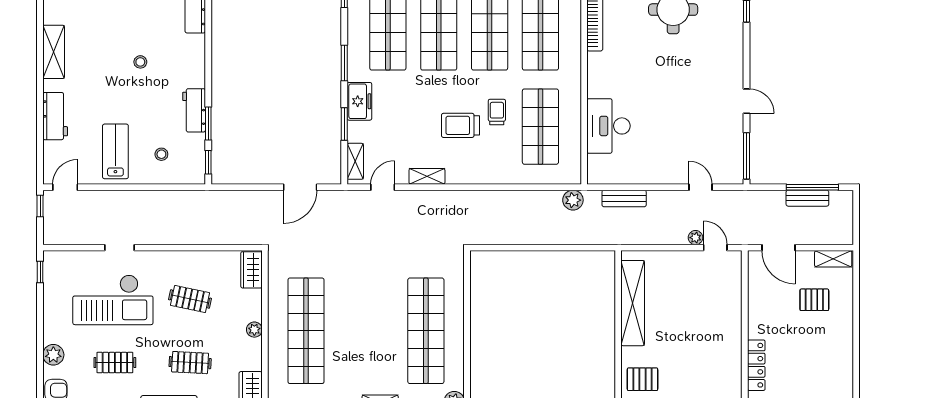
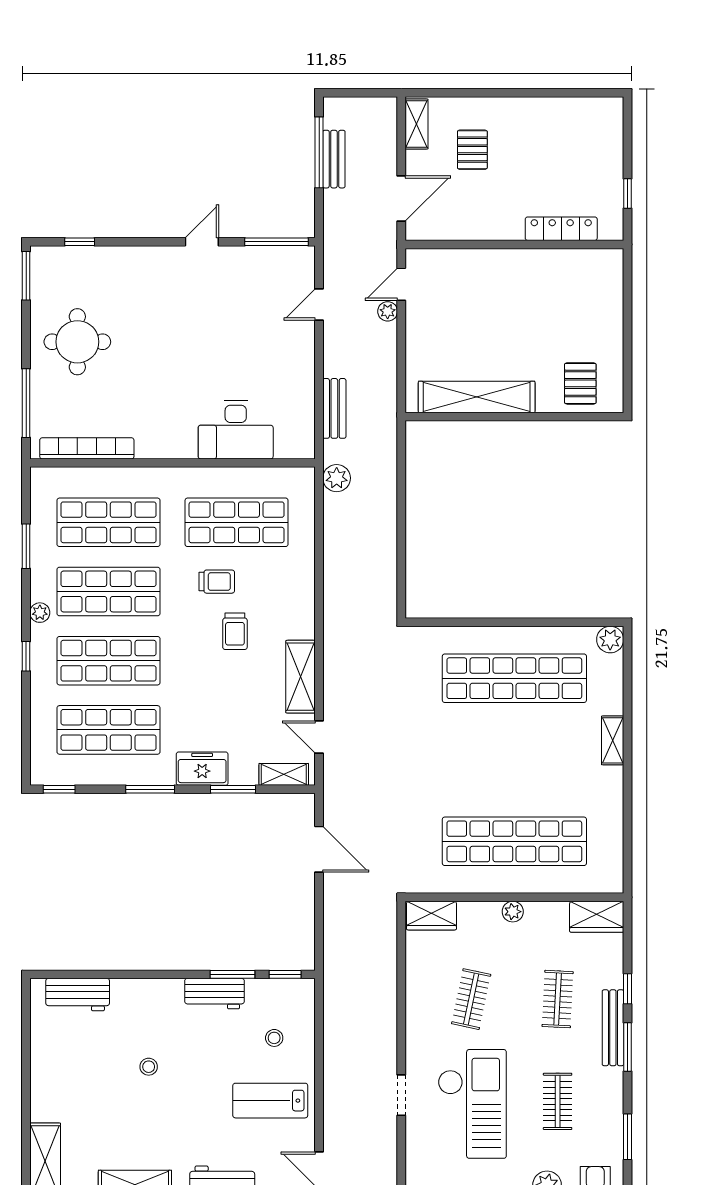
trolley: (497, 112) -> (217, 582), turned 180
trolley: (460, 125) -> (235, 631), width x0.73, depth x0.72
shelving: (427, 176) -> (301, 677), width x1.50, depth x1.33

